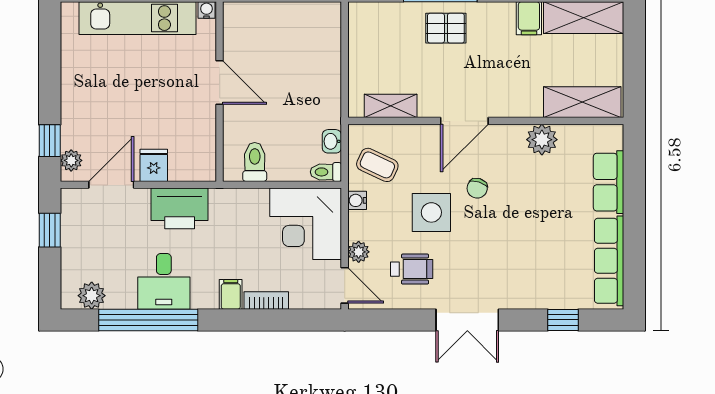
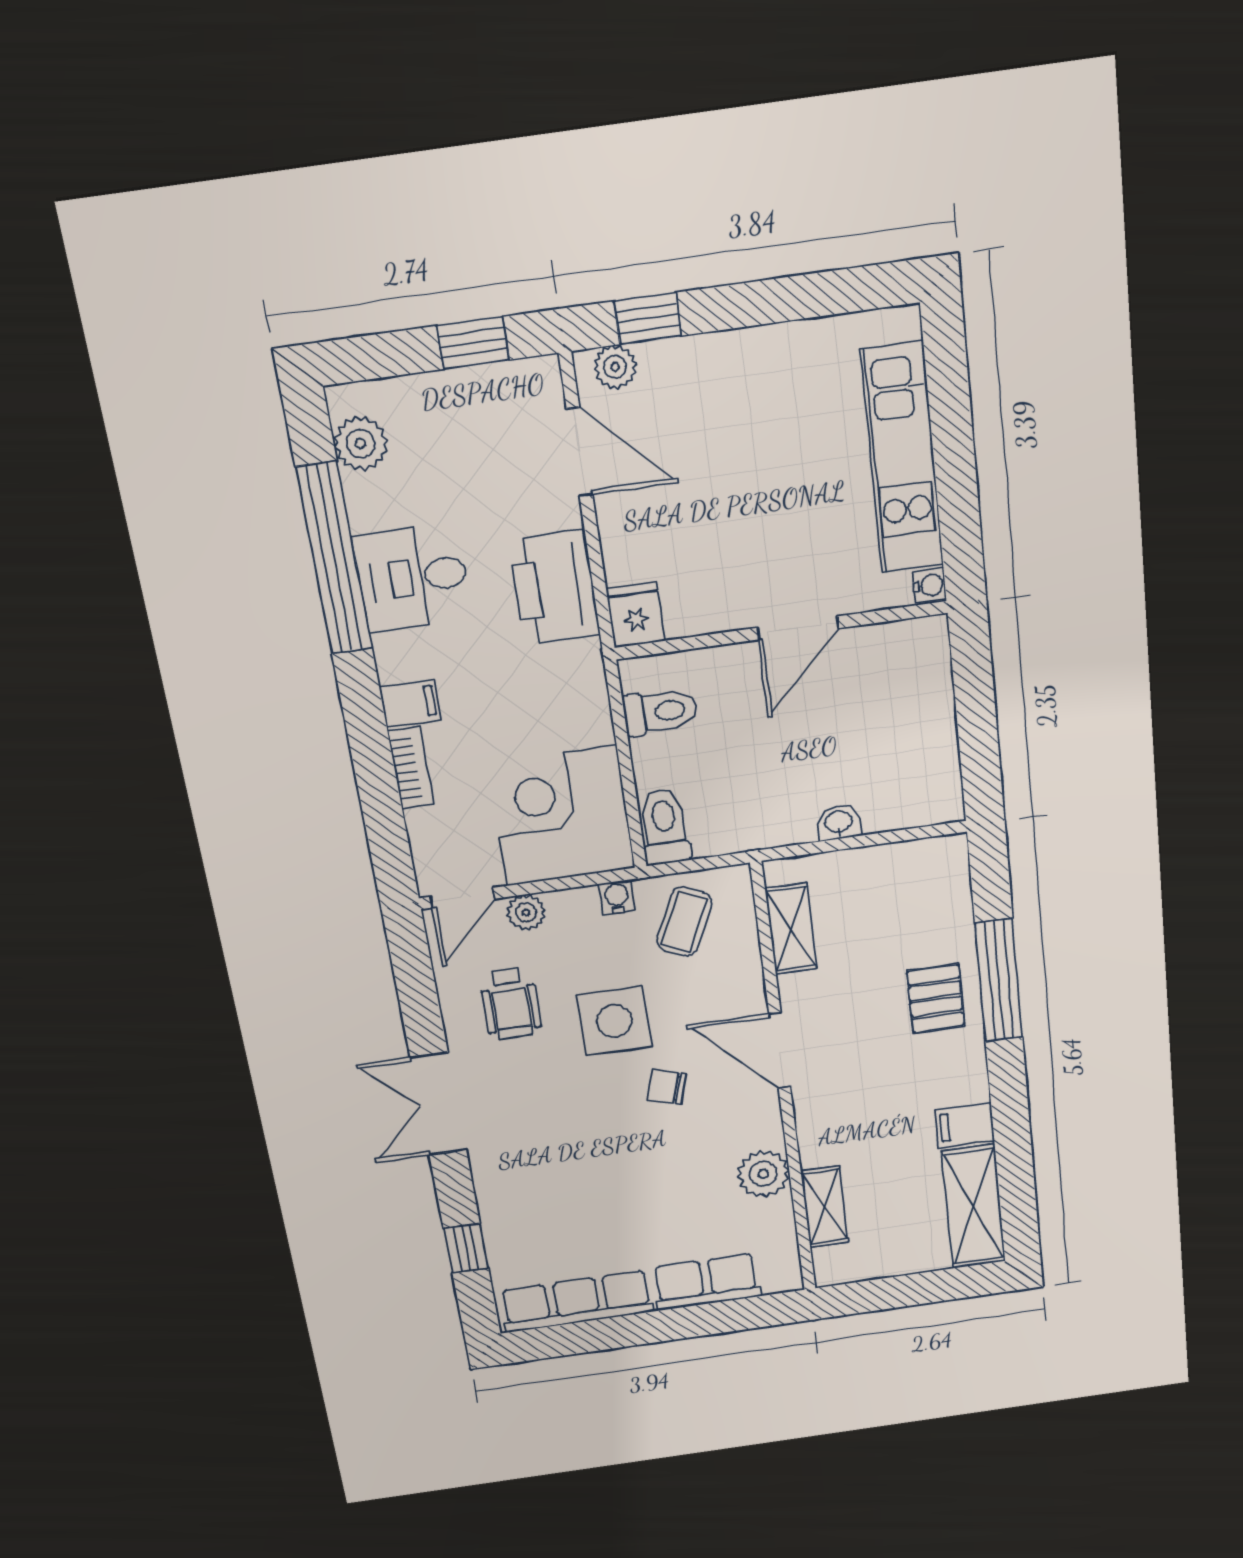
shelving: (582, 102) -> (825, 1207), width x0.67, depth x0.75
washbasin: (332, 141) -> (839, 822), moved
fridge: (154, 165) -> (635, 615), moved, turned -90
toilet: (326, 172) -> (665, 826), width x1.37, depth x1.39

